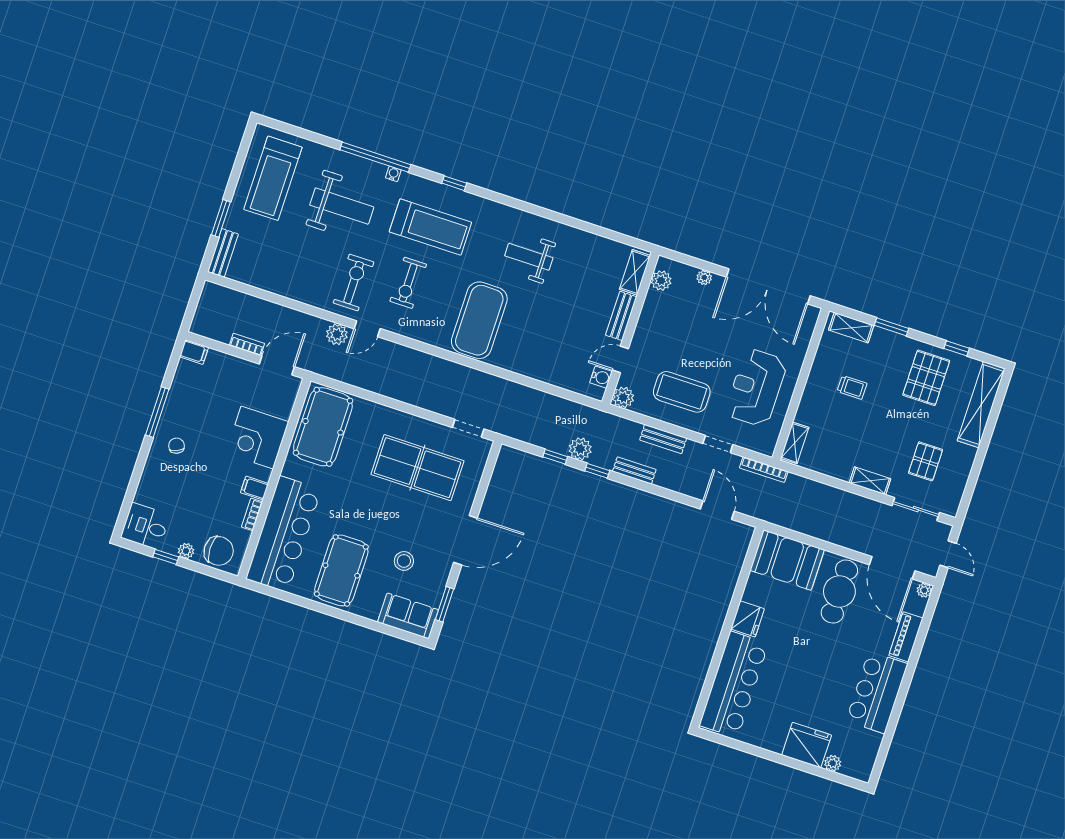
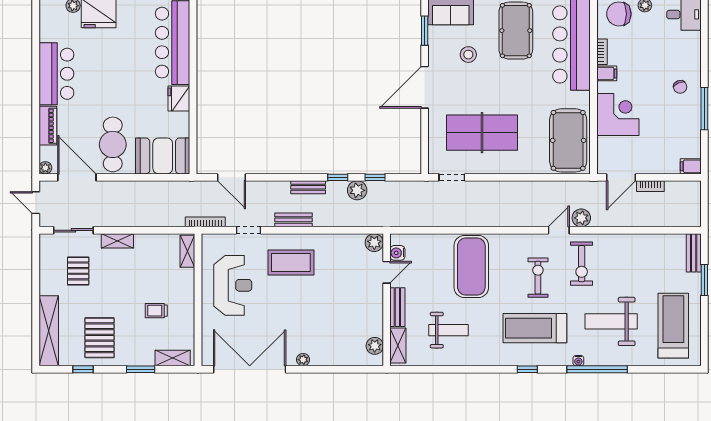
shelving: (635, 272) -> (398, 346), moved
plant: (661, 281) -> (375, 346), moved
bench: (621, 316) -> (397, 307), moved
wall: (631, 328) -> (387, 300), moved
door: (620, 359) -> (387, 272), moved
water cooler: (601, 377) -> (397, 253), moved
plant: (623, 397) -> (374, 243), moved

